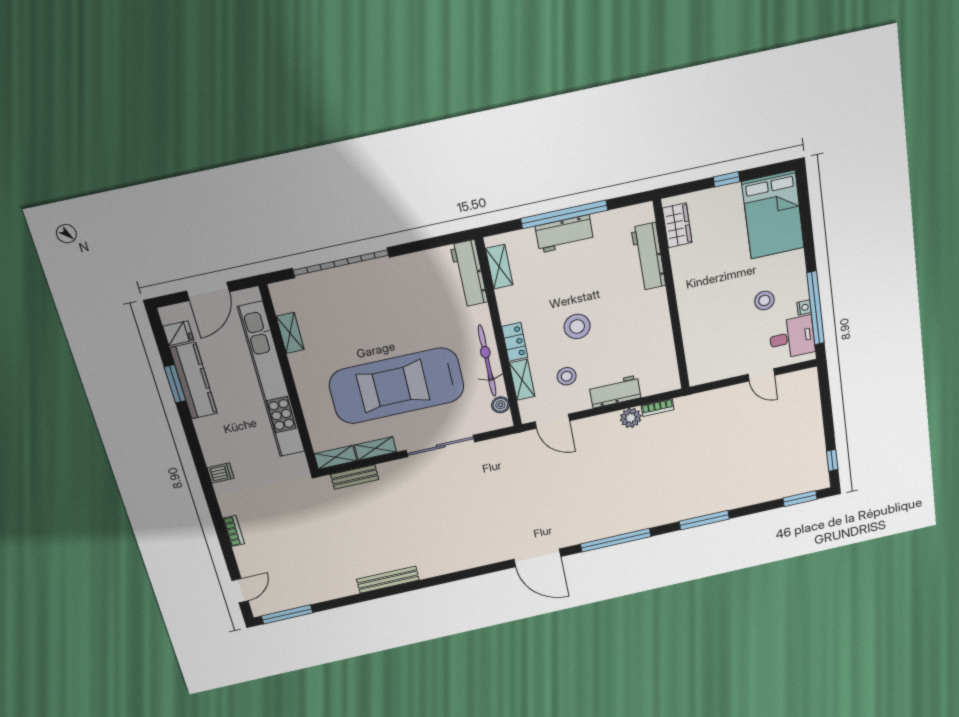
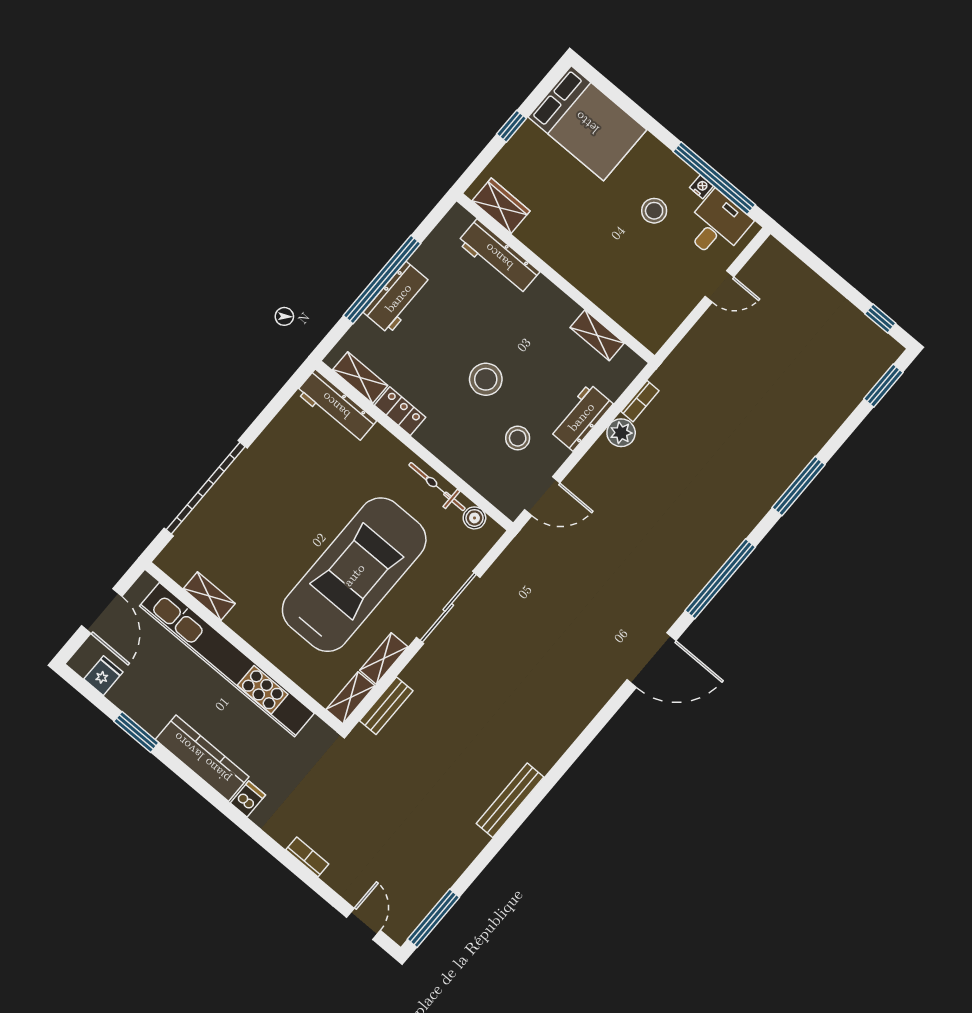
locker: (515, 342) -> (400, 411), moved
bicycle: (487, 361) -> (437, 487), width x0.73, depth x0.71
shelving: (522, 380) -> (597, 335), moved
kitchen counter: (194, 381) -> (202, 758), moved
car: (397, 386) -> (354, 575), turned 180

